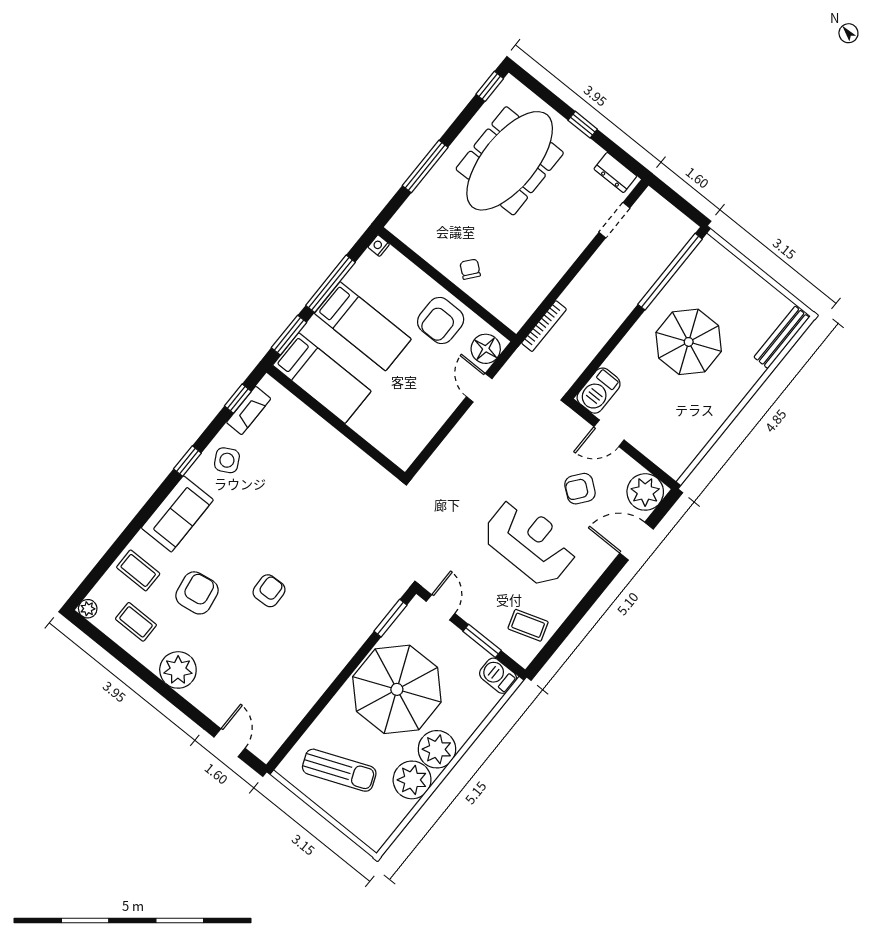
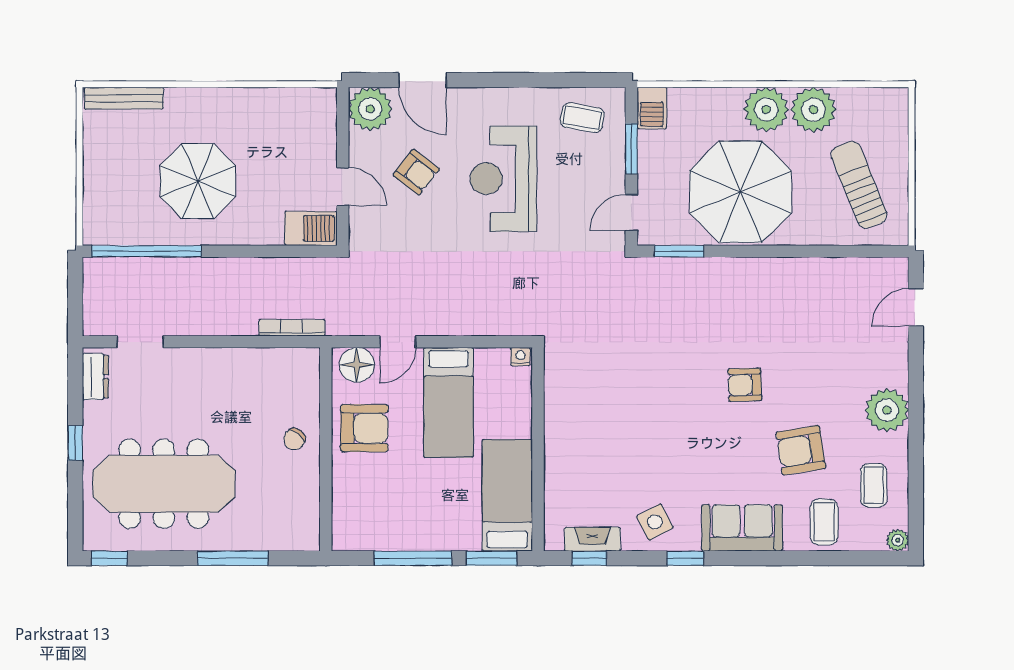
nightstand: (379, 246) -> (520, 357), moved, turned 180
bed: (363, 326) -> (449, 402), moved, turned 180
coffee table: (528, 625) -> (582, 118), turned -62

